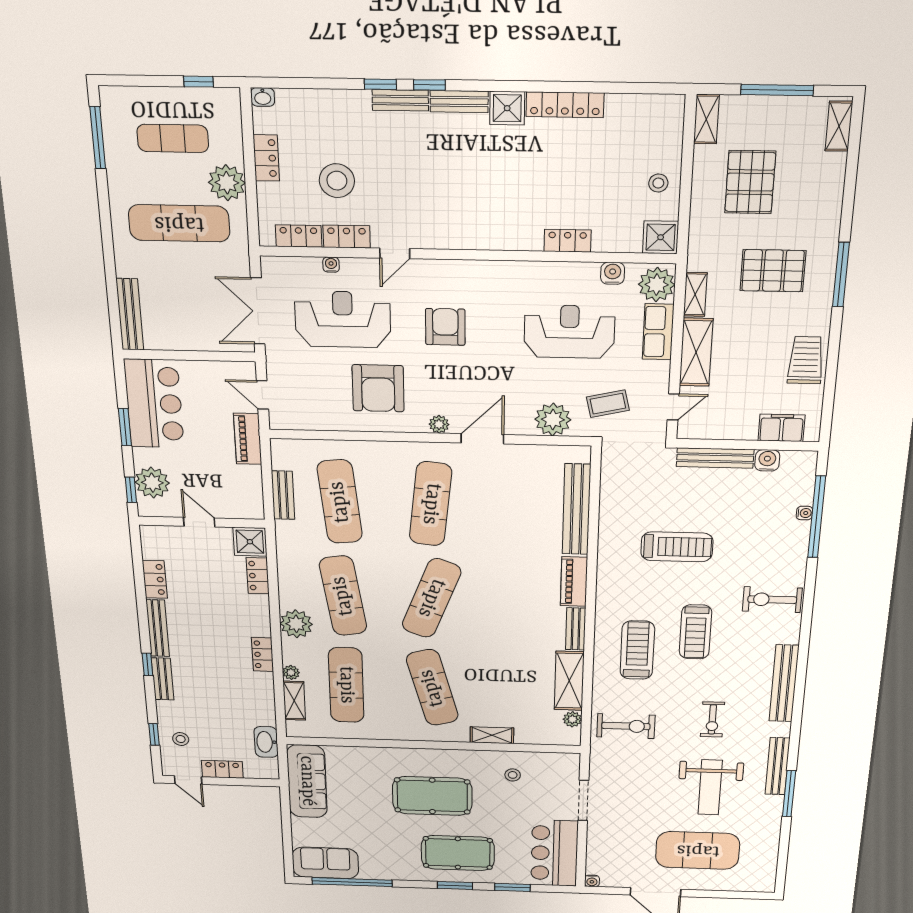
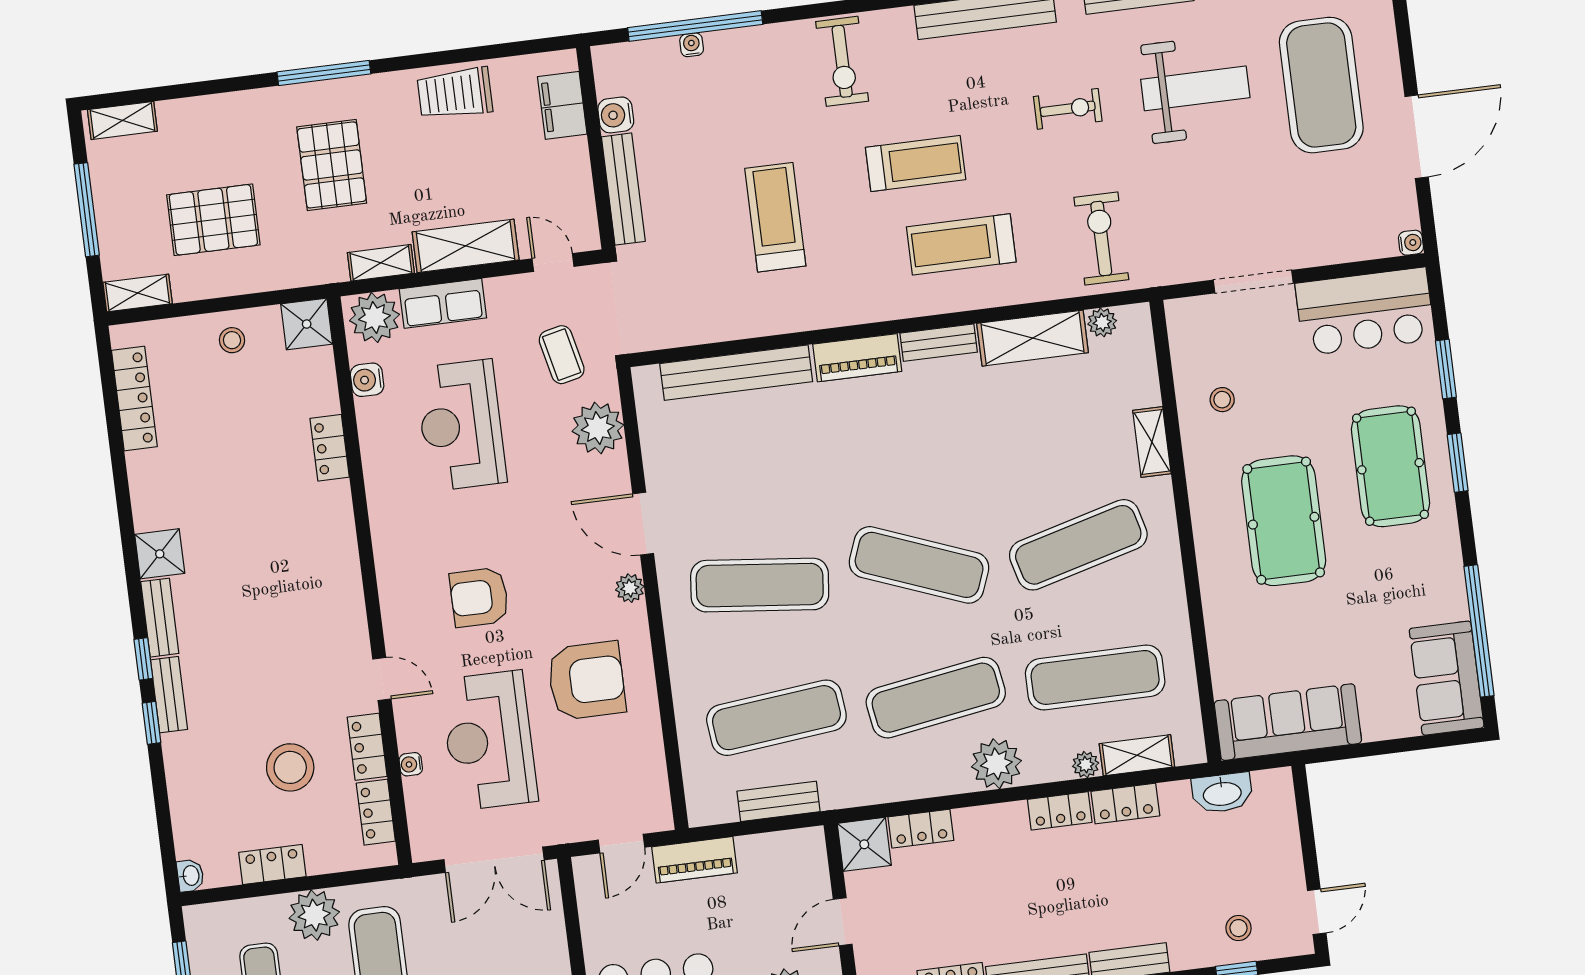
locker: (565, 105) -> (134, 399), moved
locker: (222, 769) -> (1125, 804), moved, turned -90

